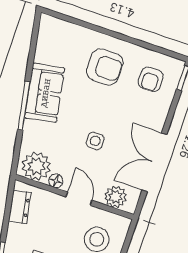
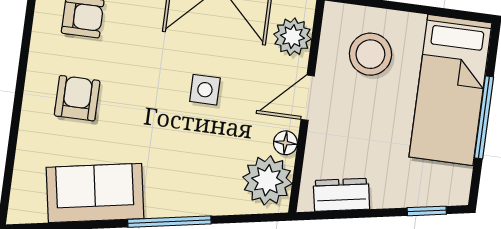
armchair: (105, 67) -> (77, 98), width x0.72, depth x0.72
sofa: (45, 93) -> (95, 193), moved

